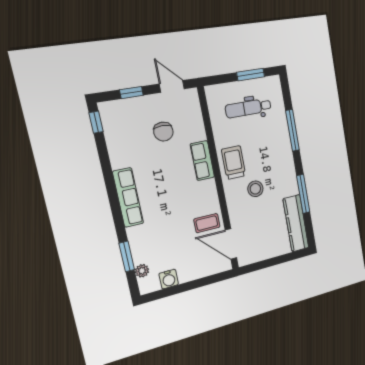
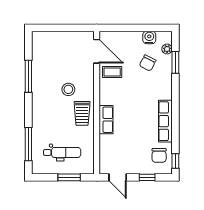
window: (251, 74) -> (69, 177), moved
window: (292, 130) -> (28, 144), moved
chair: (163, 132) -> (159, 155), moved, turned 180
row of seats: (128, 198) -> (165, 121), moved
kitchen counter: (296, 223) -> (39, 54), removed
chair: (164, 246) -> (148, 63), added

